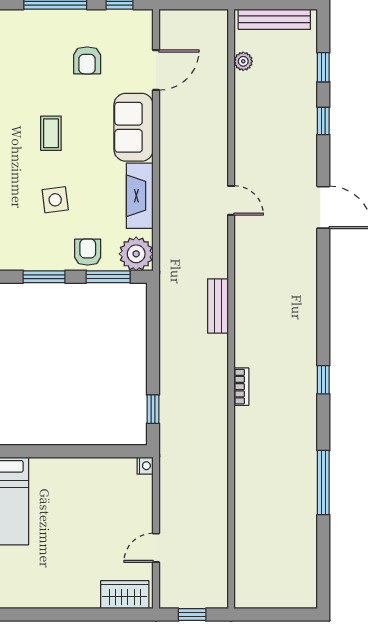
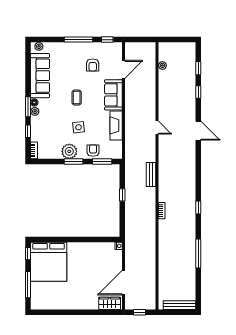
bench: (274, 19) -> (179, 305), moved
plant: (136, 254) -> (69, 151), moved
window: (153, 409) -> (122, 195), moved
door: (156, 548) -> (124, 283), width x1.88

